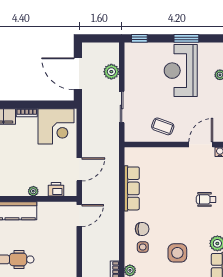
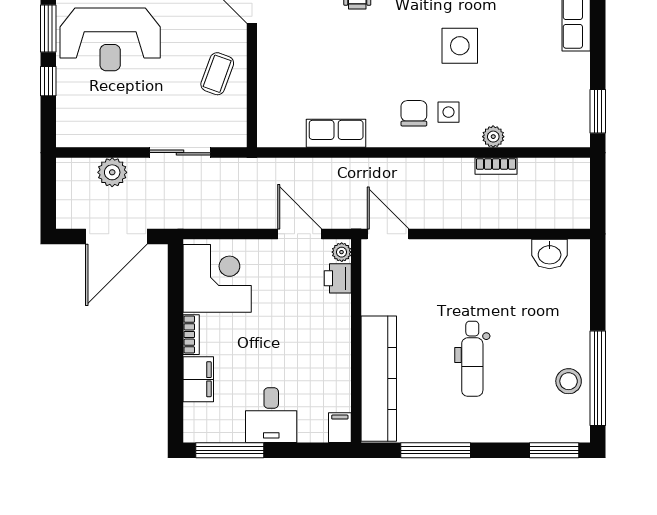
window: (139, 38) -> (48, 81), moved
row of seats: (132, 188) -> (336, 133), width x0.68
plant: (33, 191) -> (342, 252), moved

